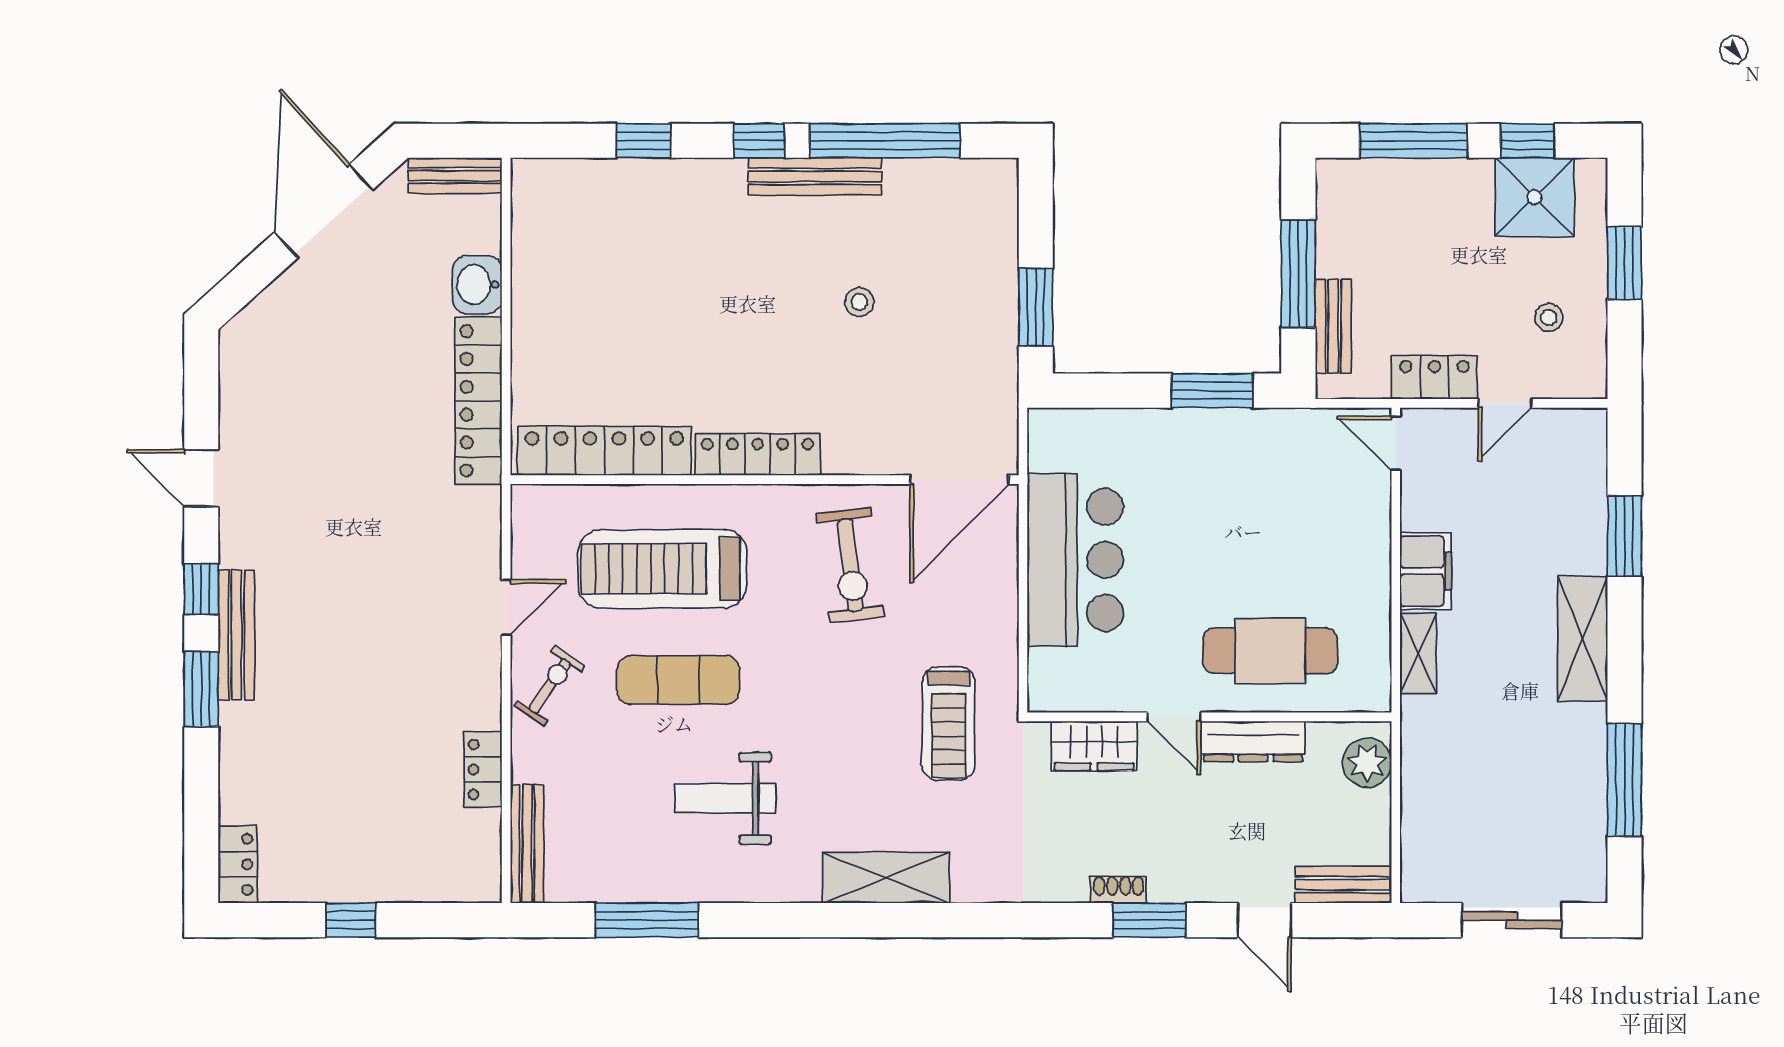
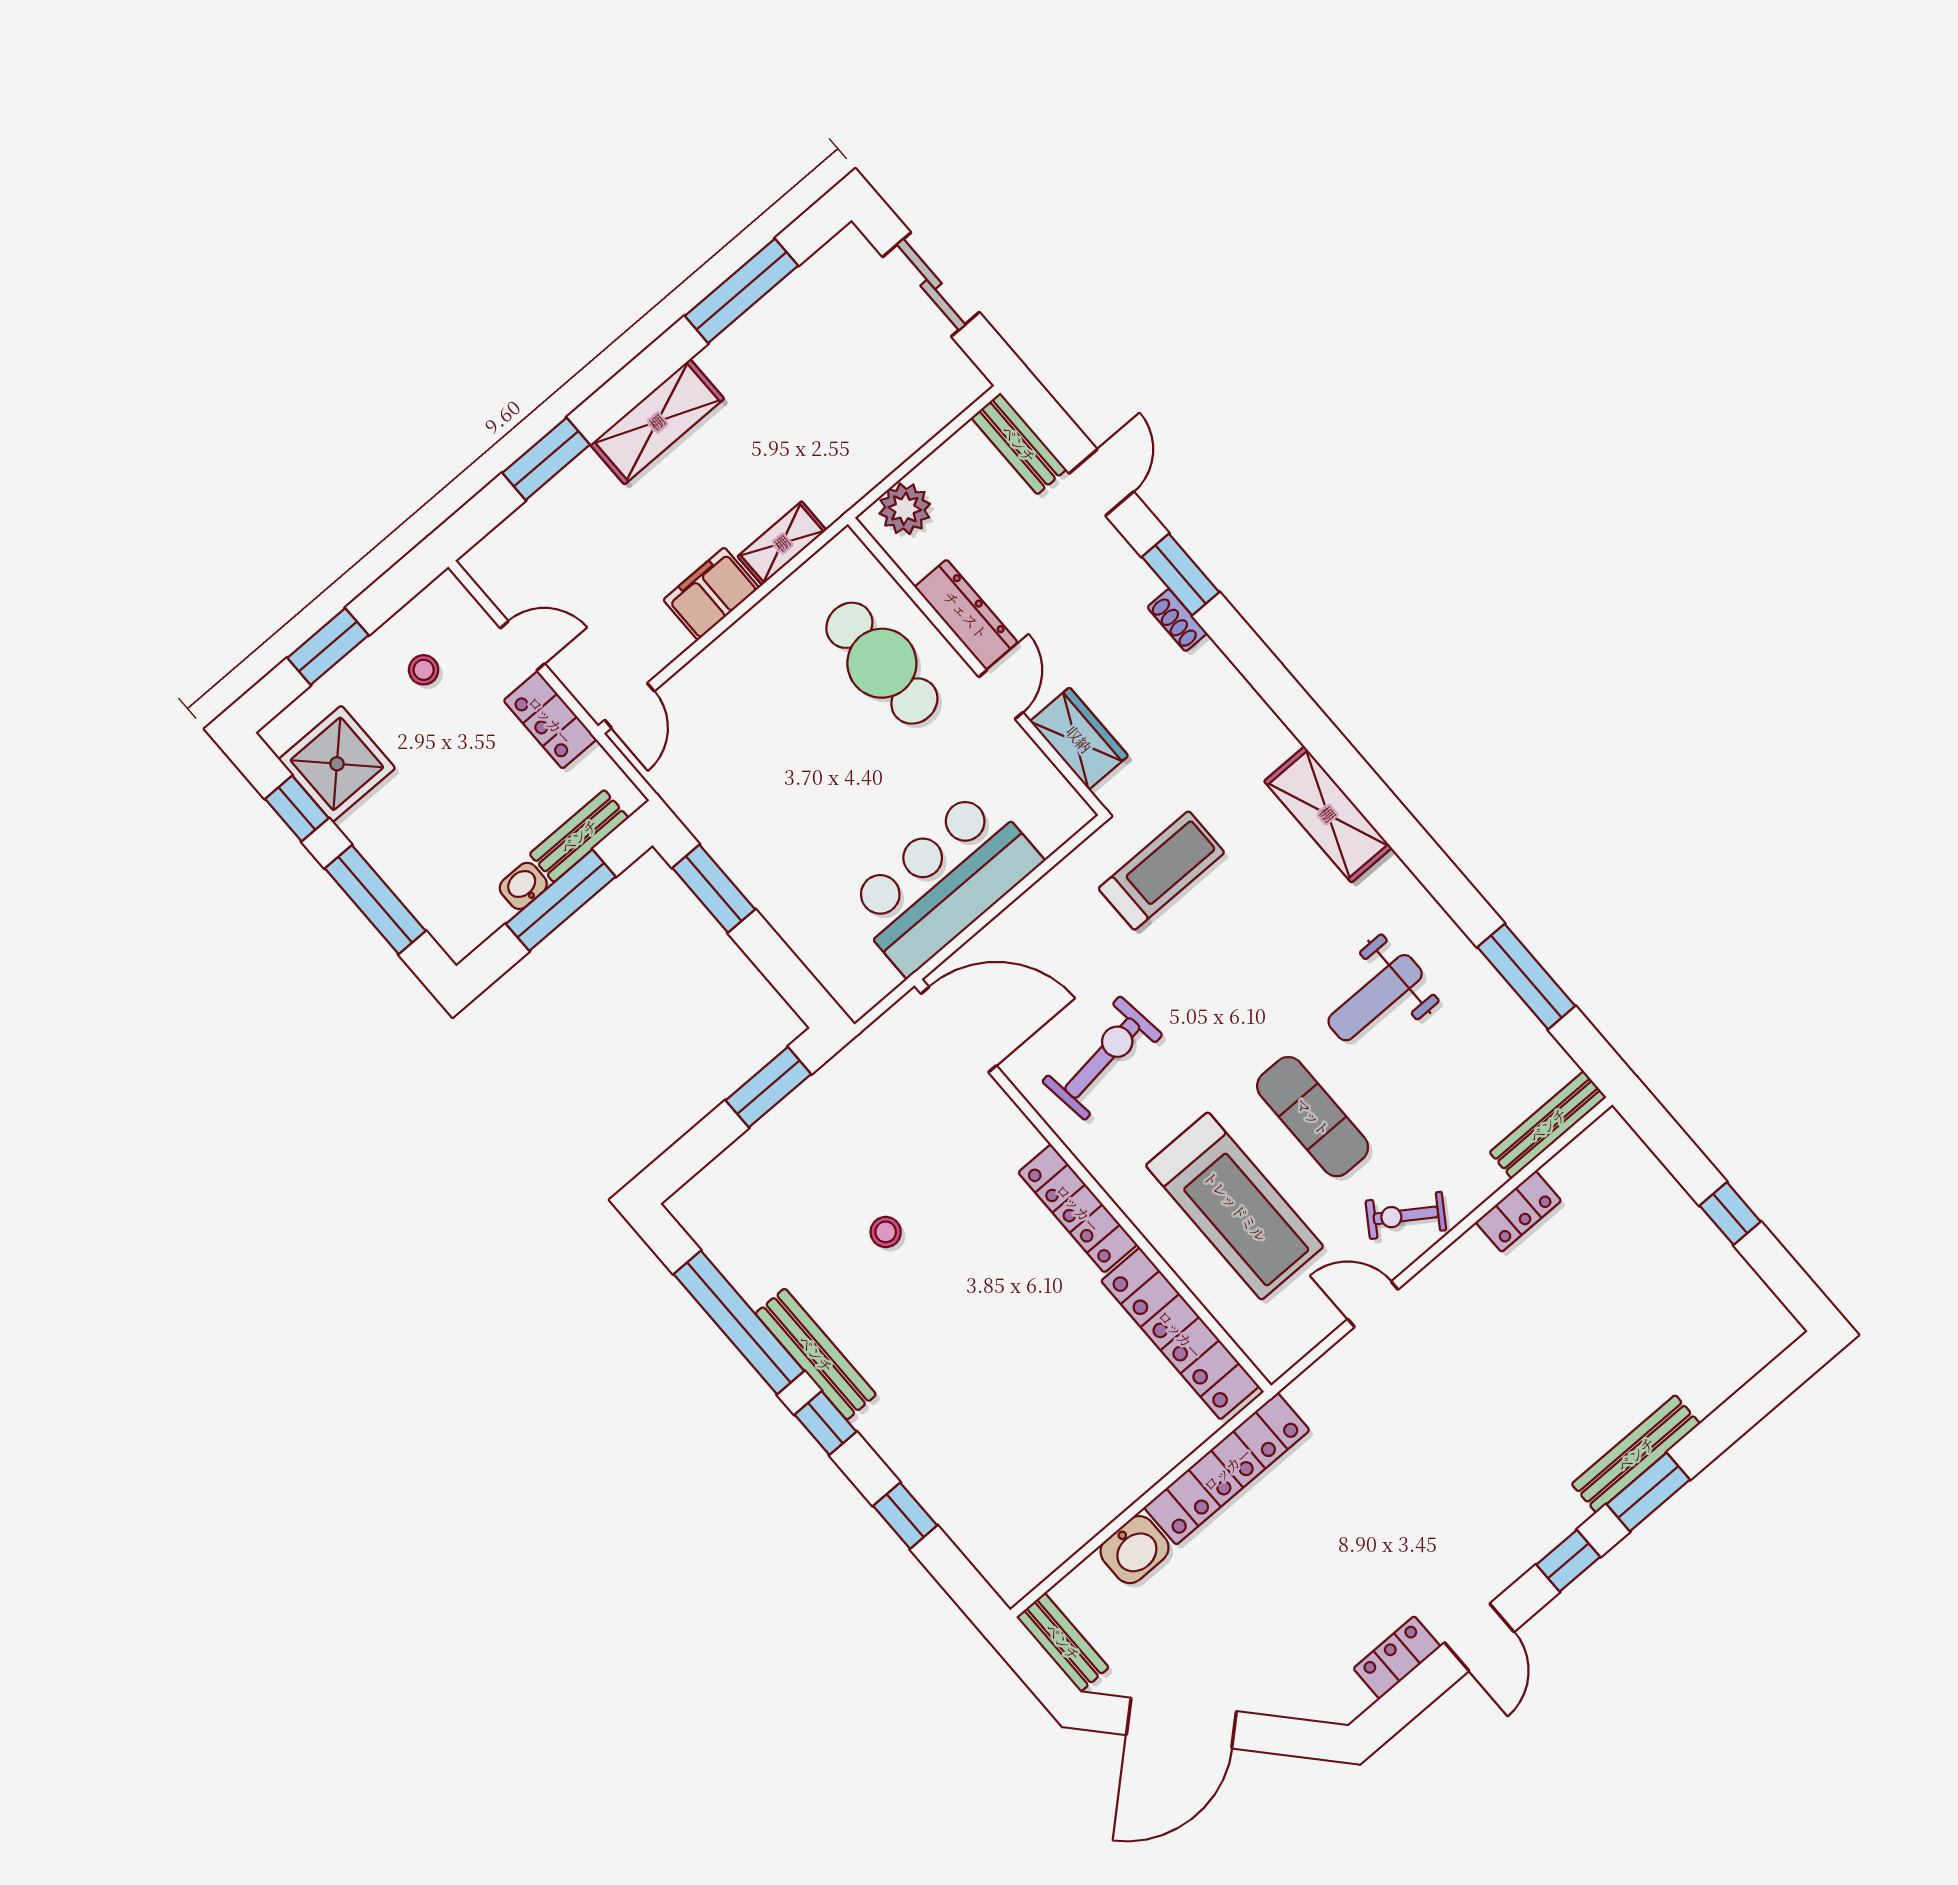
washbasin: (1332, 256) -> (523, 886), added
bench: (236, 635) -> (1636, 1454), moved
weight bench: (725, 798) -> (1375, 998), turned 90
locker: (238, 864) -> (1397, 1657), moved

